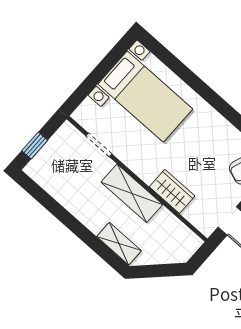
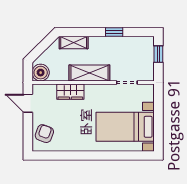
window: (63, 215) -> (114, 32), added
boiler: (187, 243) -> (41, 73), added

